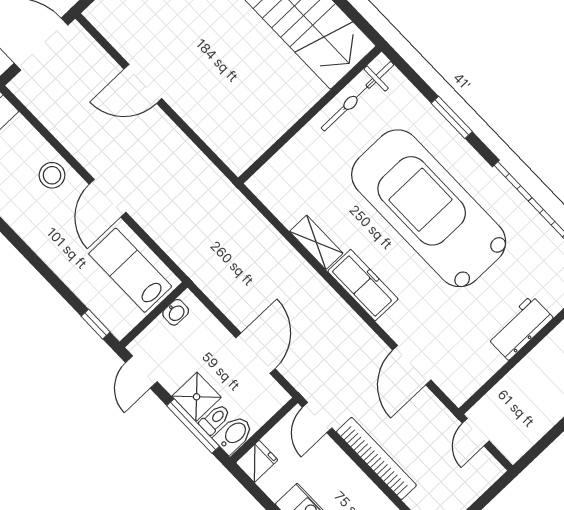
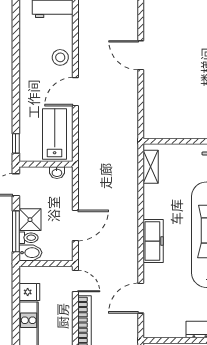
shelving: (316, 242) -> (151, 167), moved
door: (317, 418) -> (75, 281), swing flipped
fridge: (257, 461) -> (29, 292), moved

